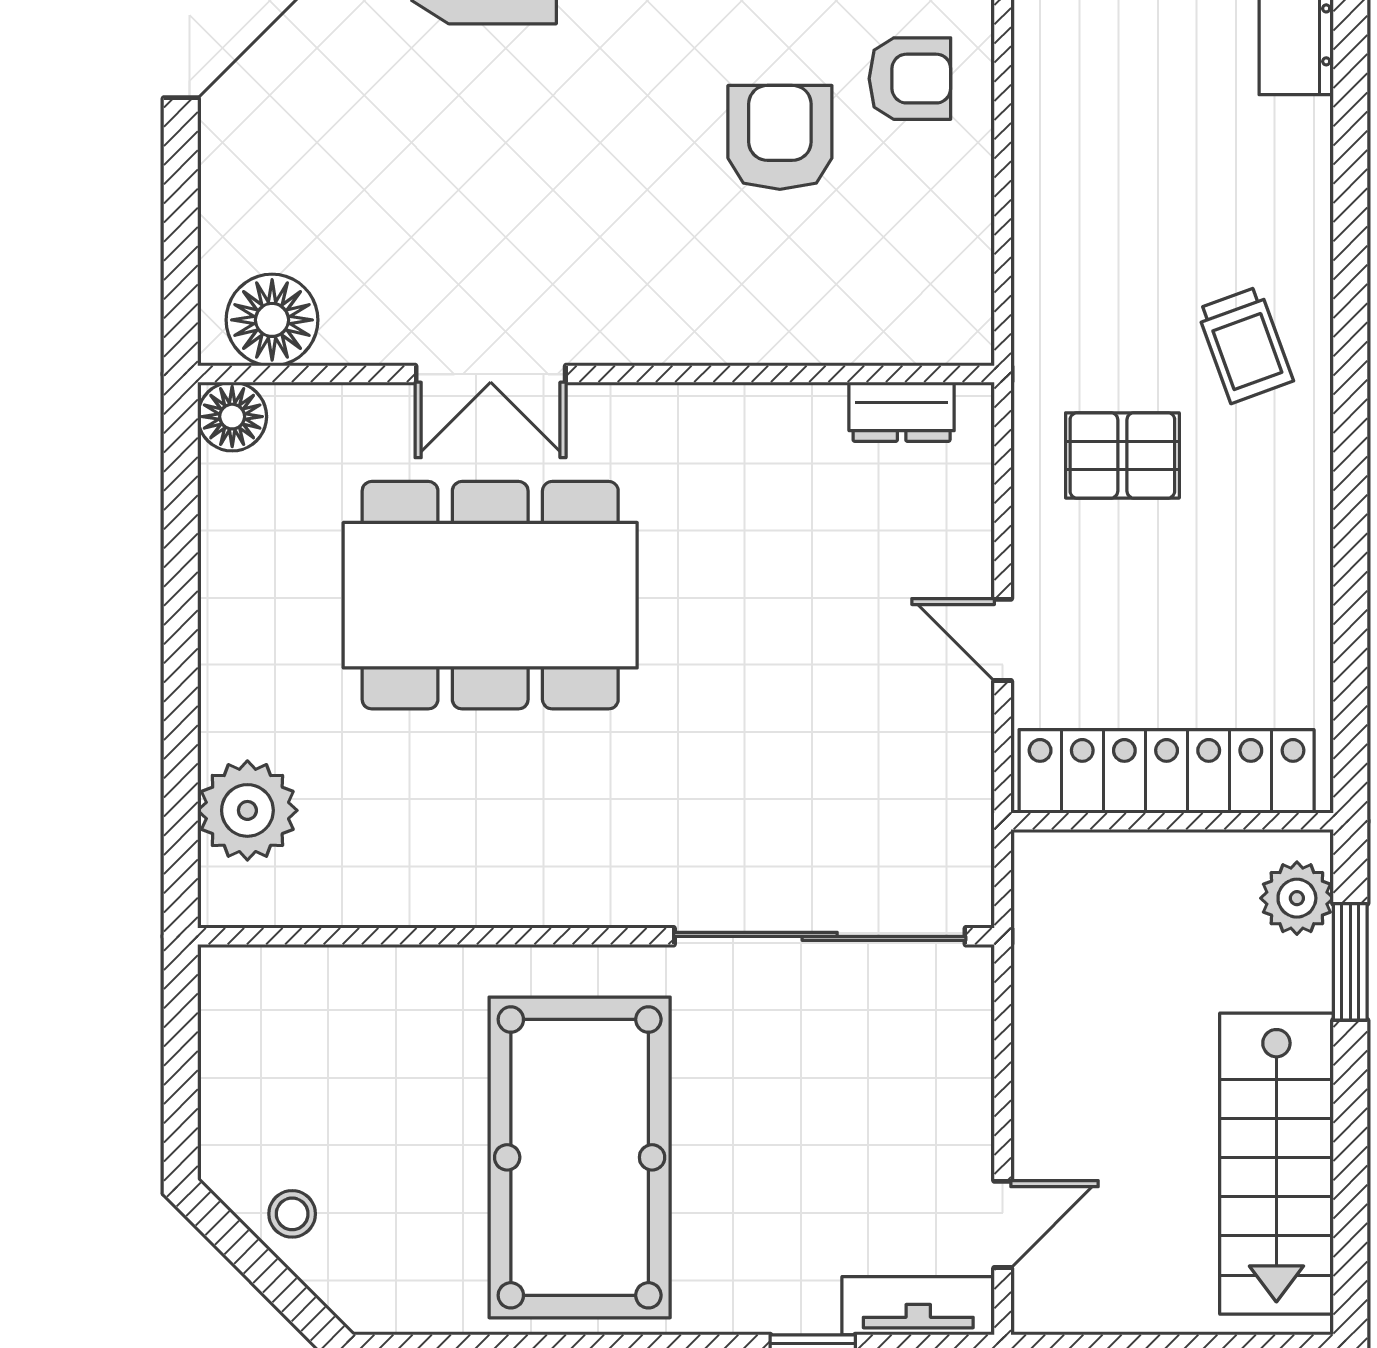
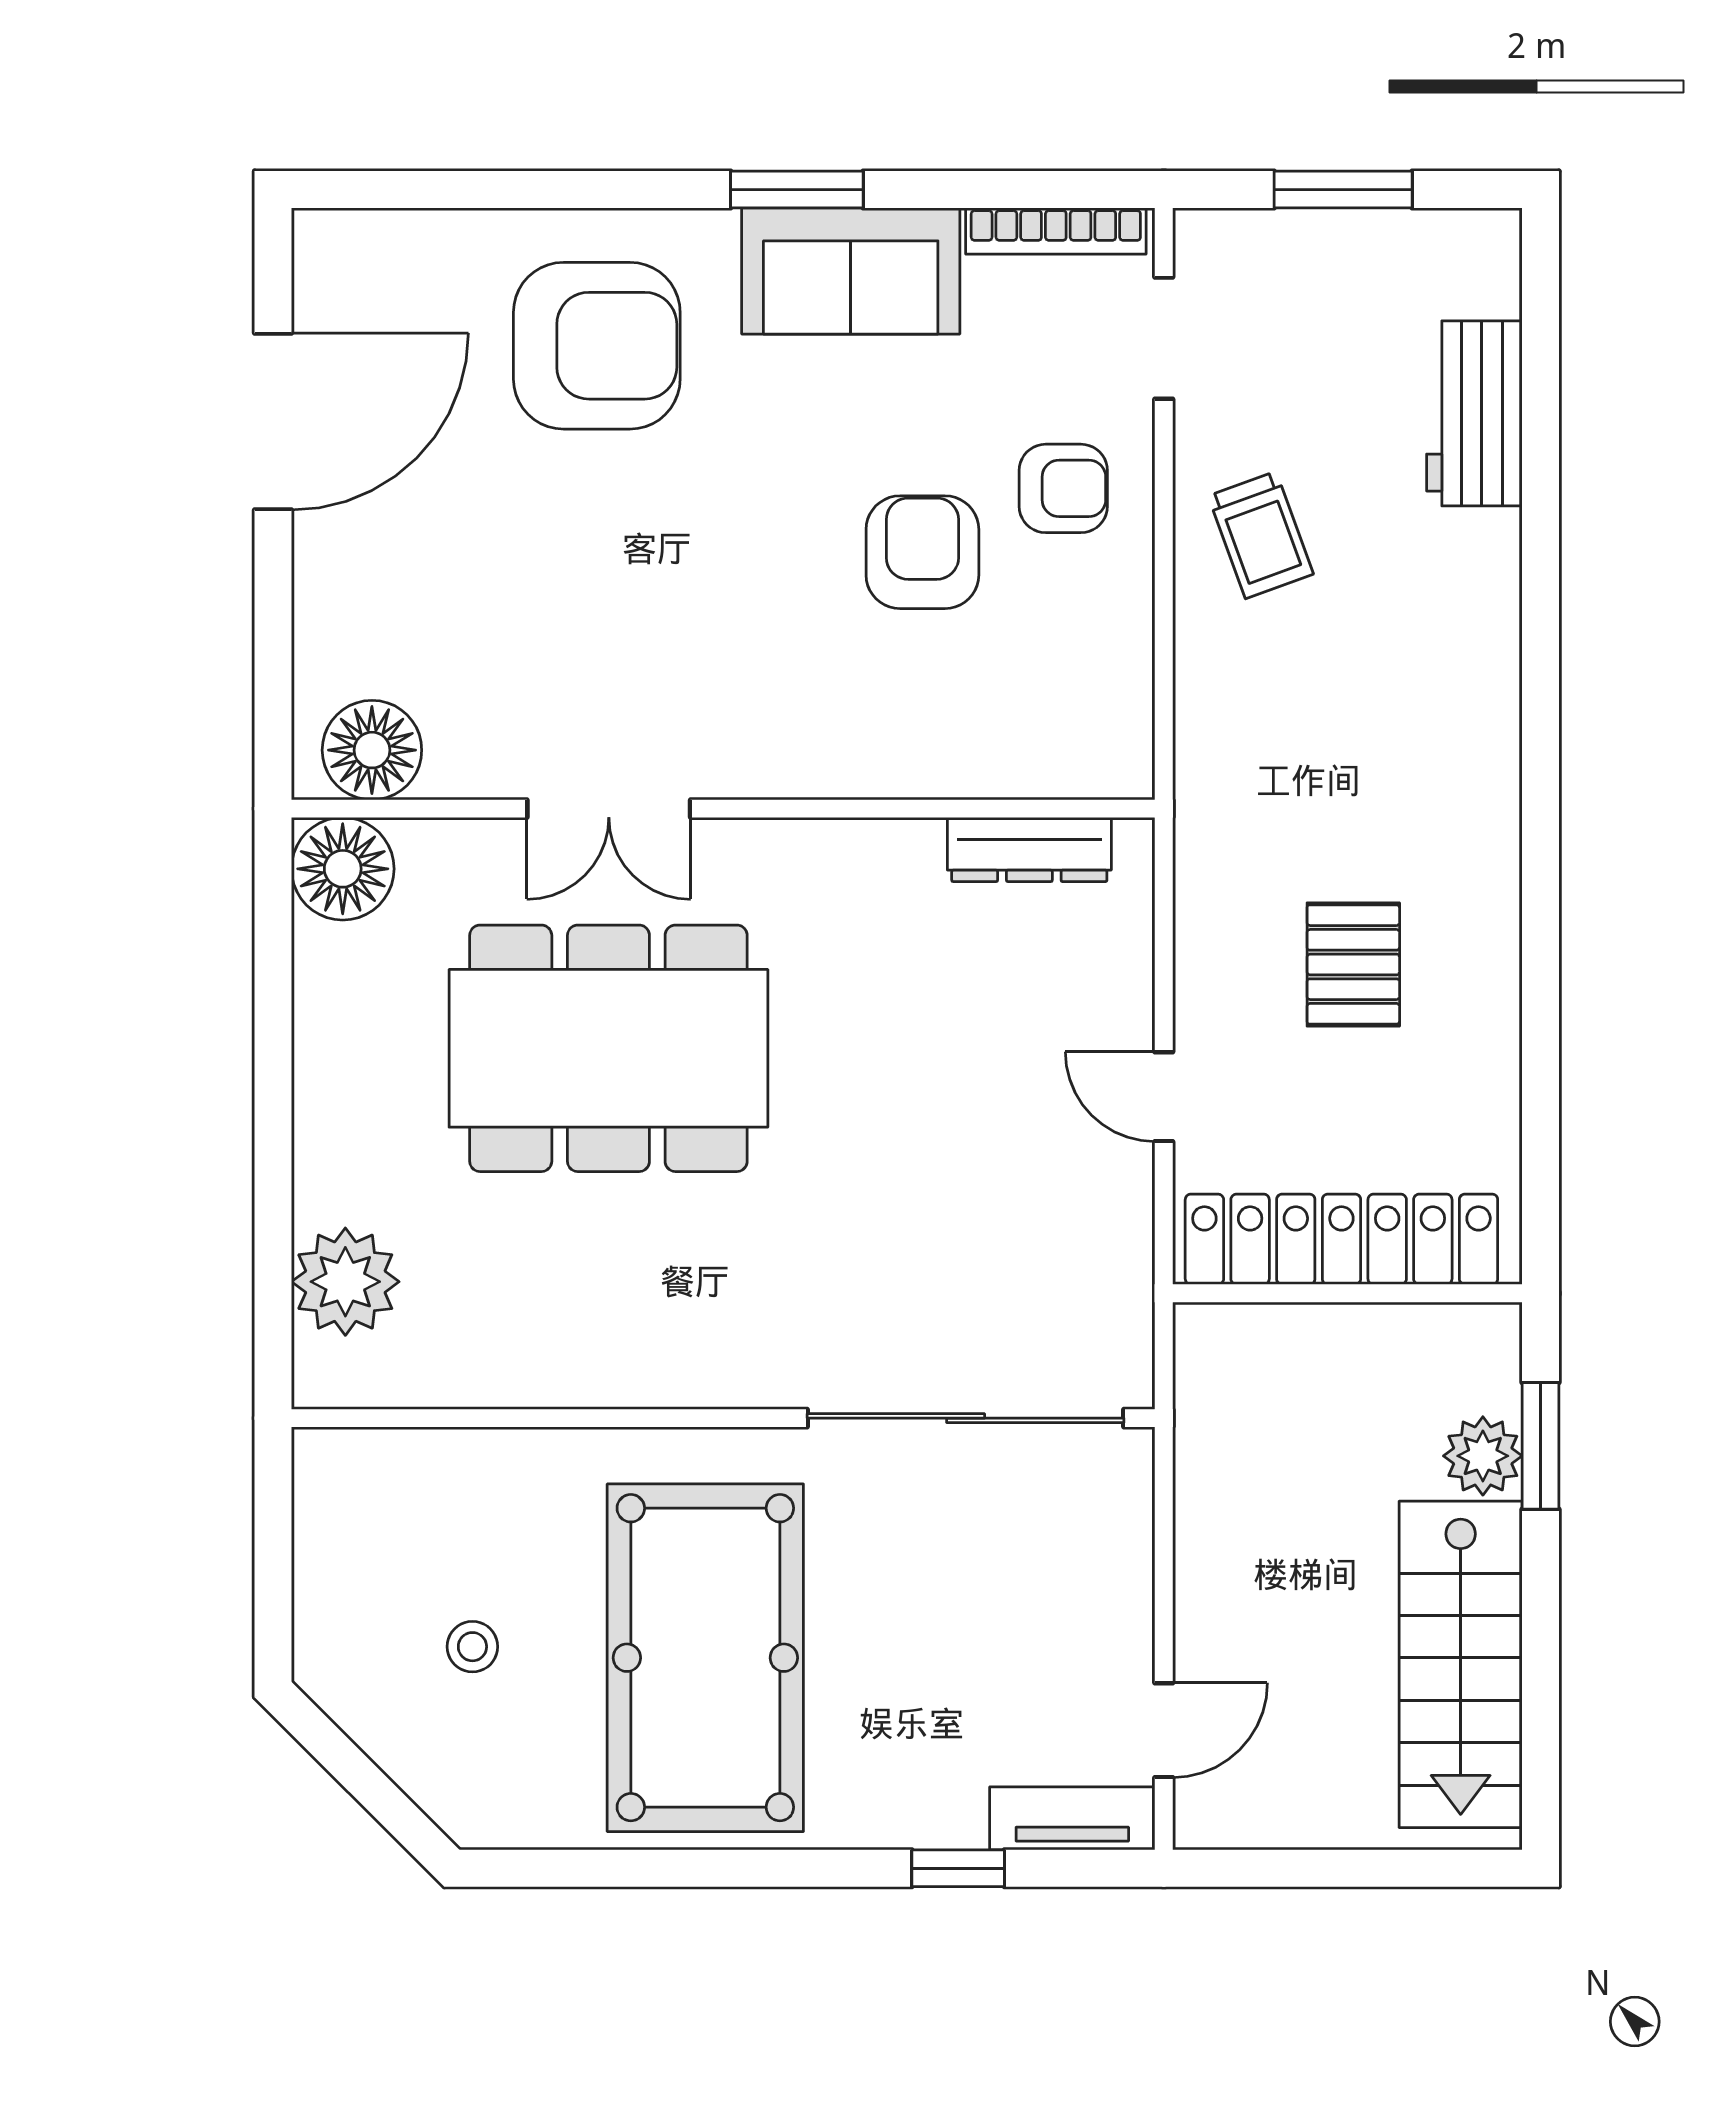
trolley: (1245, 345) -> (1261, 535), moved
dresser: (902, 412) -> (1029, 850), width x1.44
floor lamp: (232, 417) -> (343, 869), width x1.38, depth x1.38
pallet: (1122, 455) -> (1353, 964), moved, turned 90
plant: (1297, 898) -> (1483, 1456), moved
stool: (292, 1214) -> (472, 1647), moved

